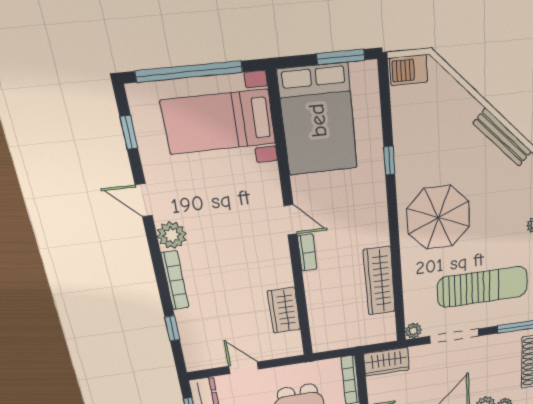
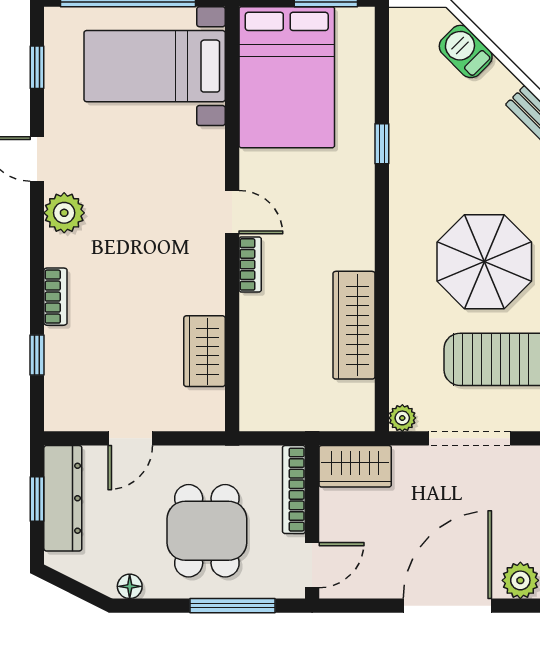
barbecue: (409, 70) -> (466, 51), moved, turned 45
parasol: (438, 218) -> (484, 262), moved
bookcase: (175, 280) -> (55, 297), width x0.64
door: (244, 368) -> (130, 438), swing flipped

